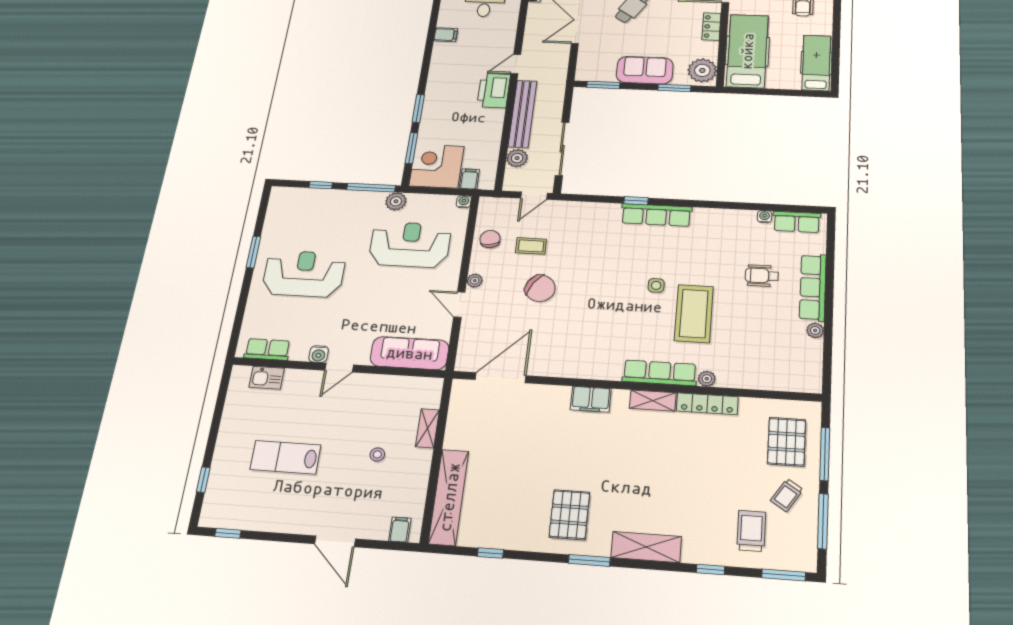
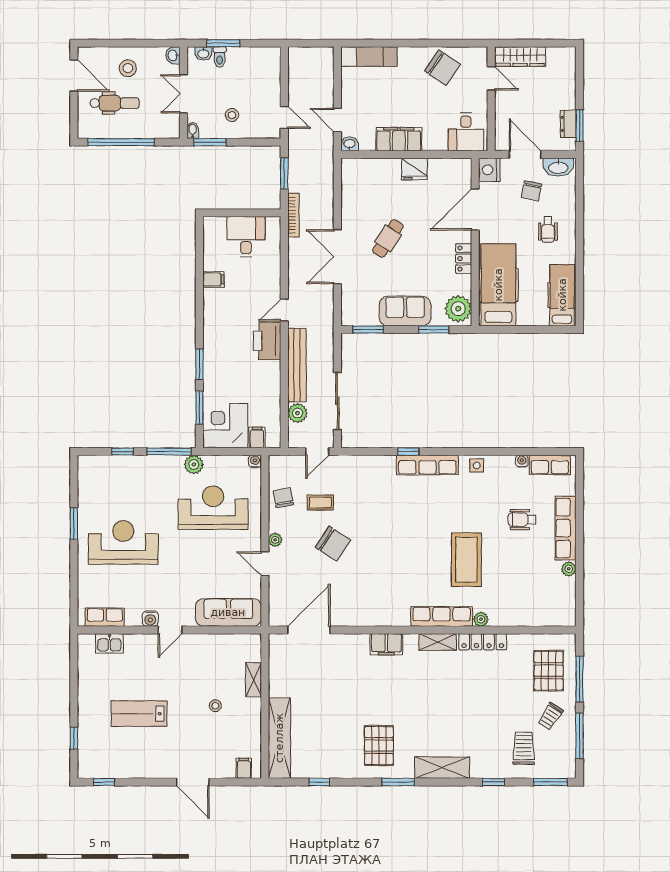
side table: (656, 285) -> (477, 465), moved

